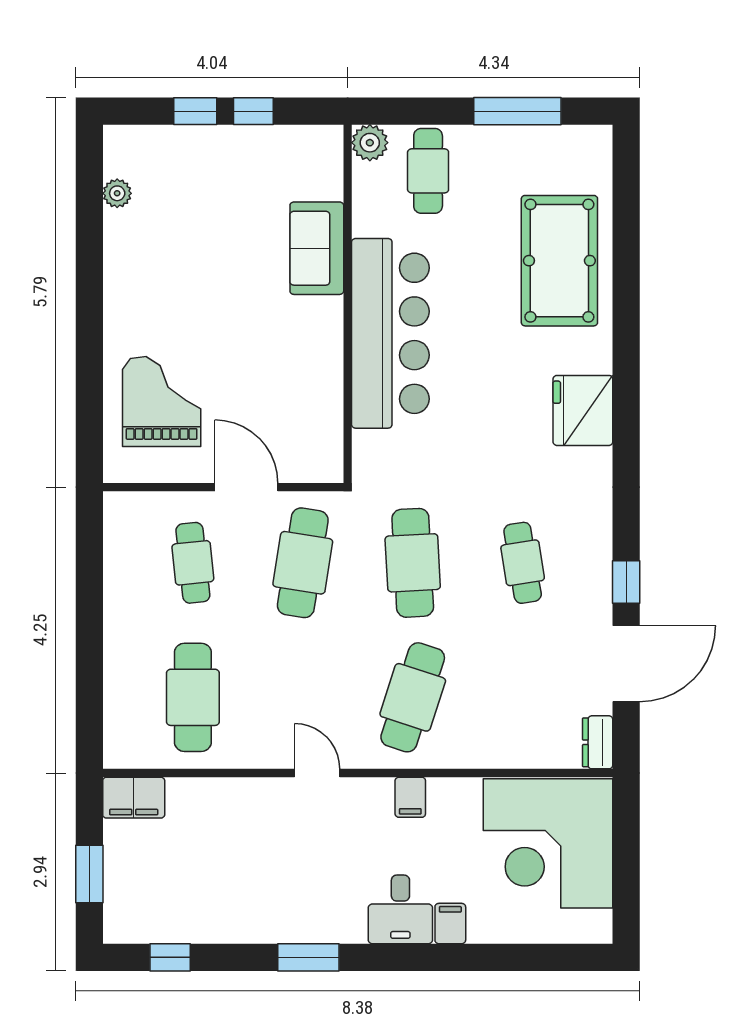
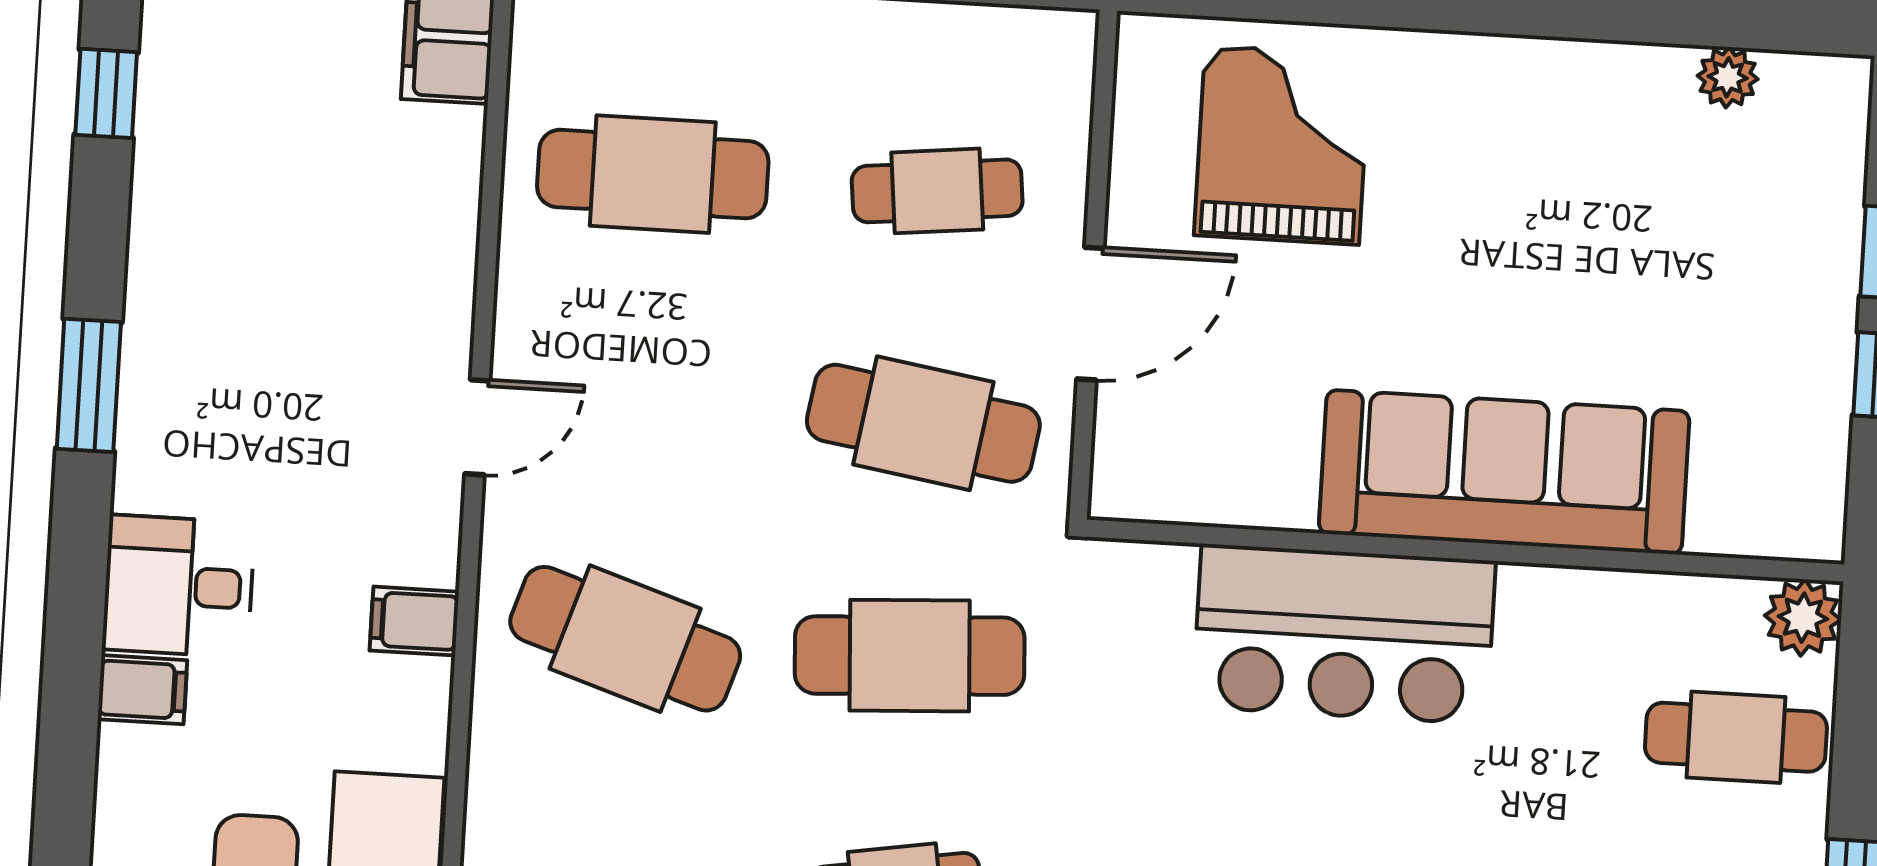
sofa: (317, 248) -> (1504, 472), width x1.85, depth x1.27
bar counter: (390, 333) -> (1344, 634), width x0.73
grand piano: (162, 402) -> (1282, 145), turned -90

